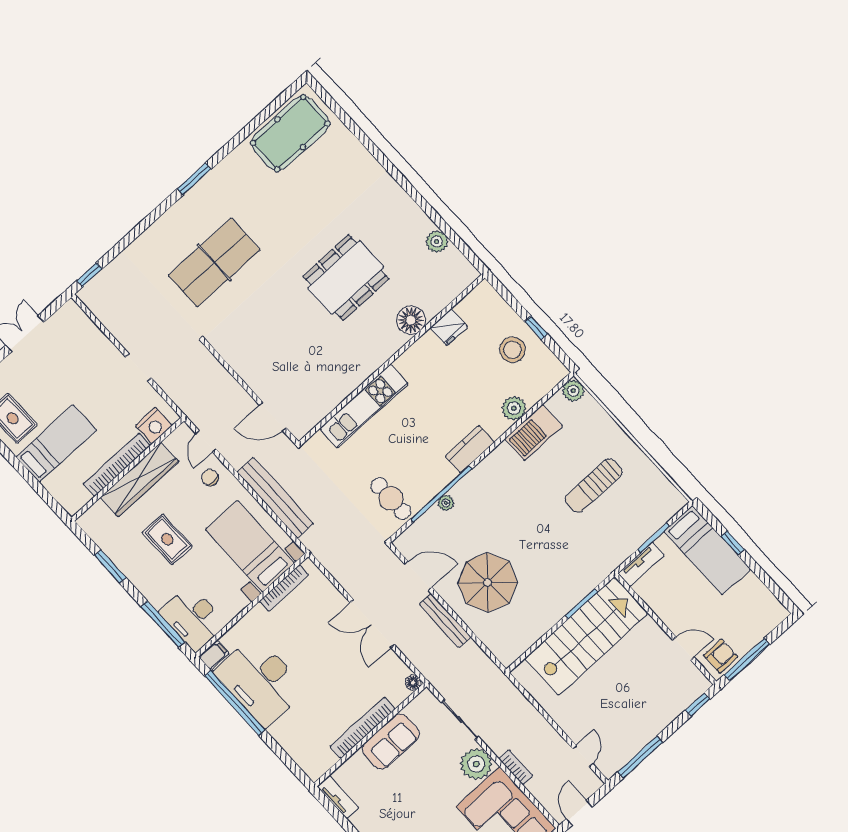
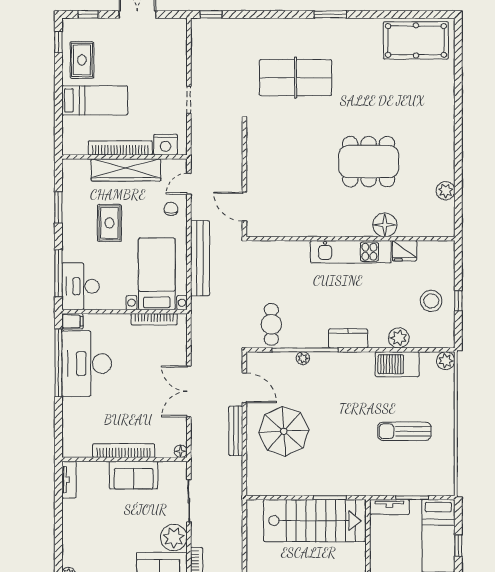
kitchen unit: (364, 406) -> (351, 252), moved

